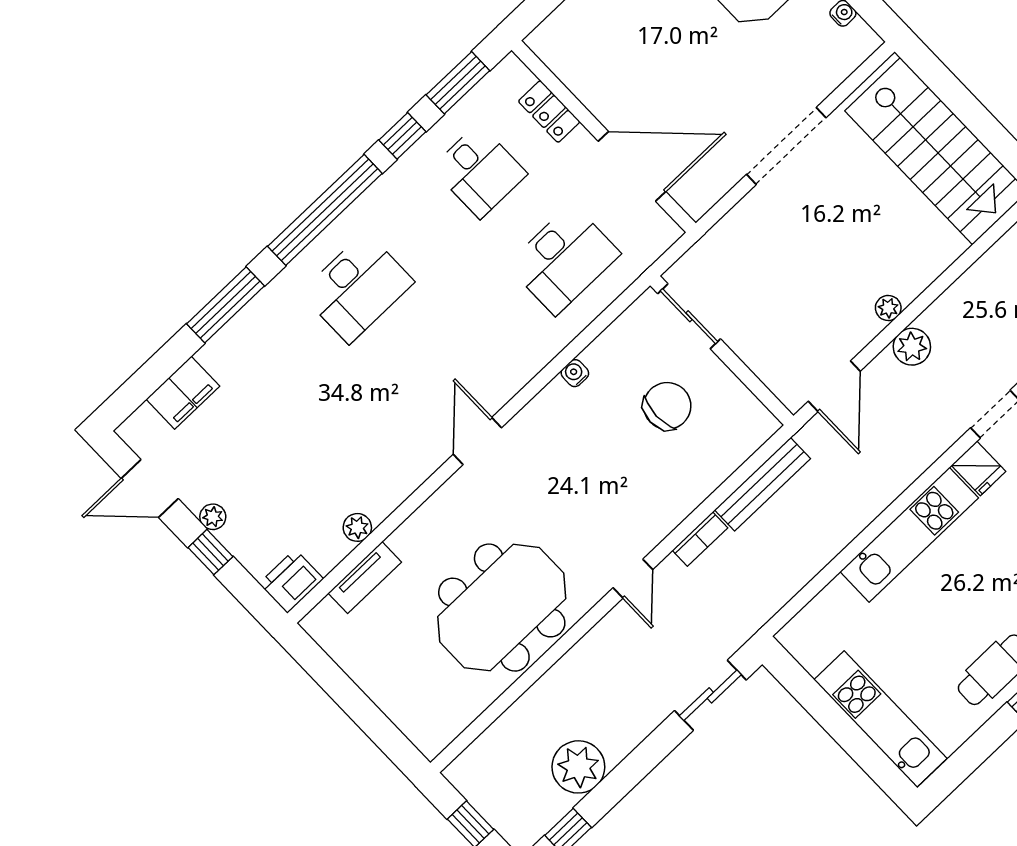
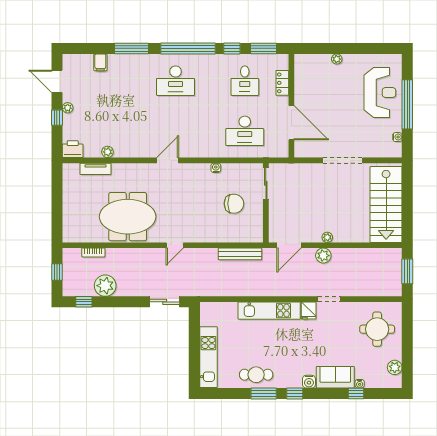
filing cabinet: (183, 393) -> (100, 62), width x0.50
bookcase: (700, 539) -> (93, 252), moved

